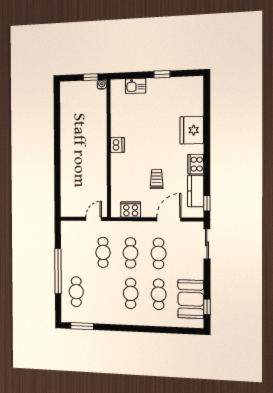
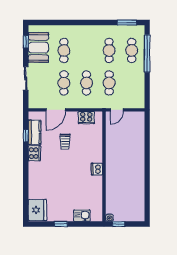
fridge: (192, 130) -> (37, 210), moved
window: (207, 203) -> (26, 136), moved
sliding door: (207, 244) -> (26, 78), moved
window: (58, 271) -> (147, 54), moved
cafe table: (131, 293) -> (109, 50), moved

